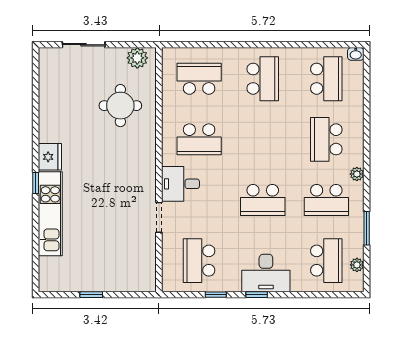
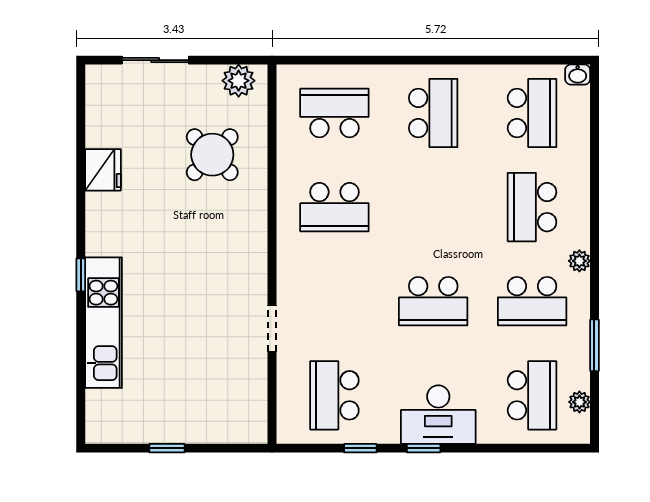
round table: (120, 106) -> (212, 155), turned 45
fridge: (50, 157) -> (103, 170), moved
desk: (180, 184) -> (306, 276), removed

